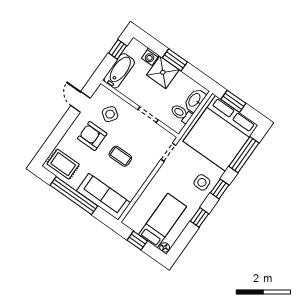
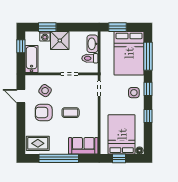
window: (175, 60) -> (47, 27), moved
bed: (220, 133) -> (129, 53), width x0.73
sofa: (104, 197) -> (83, 146), width x0.73
bed: (162, 221) -> (122, 134), width x1.50

